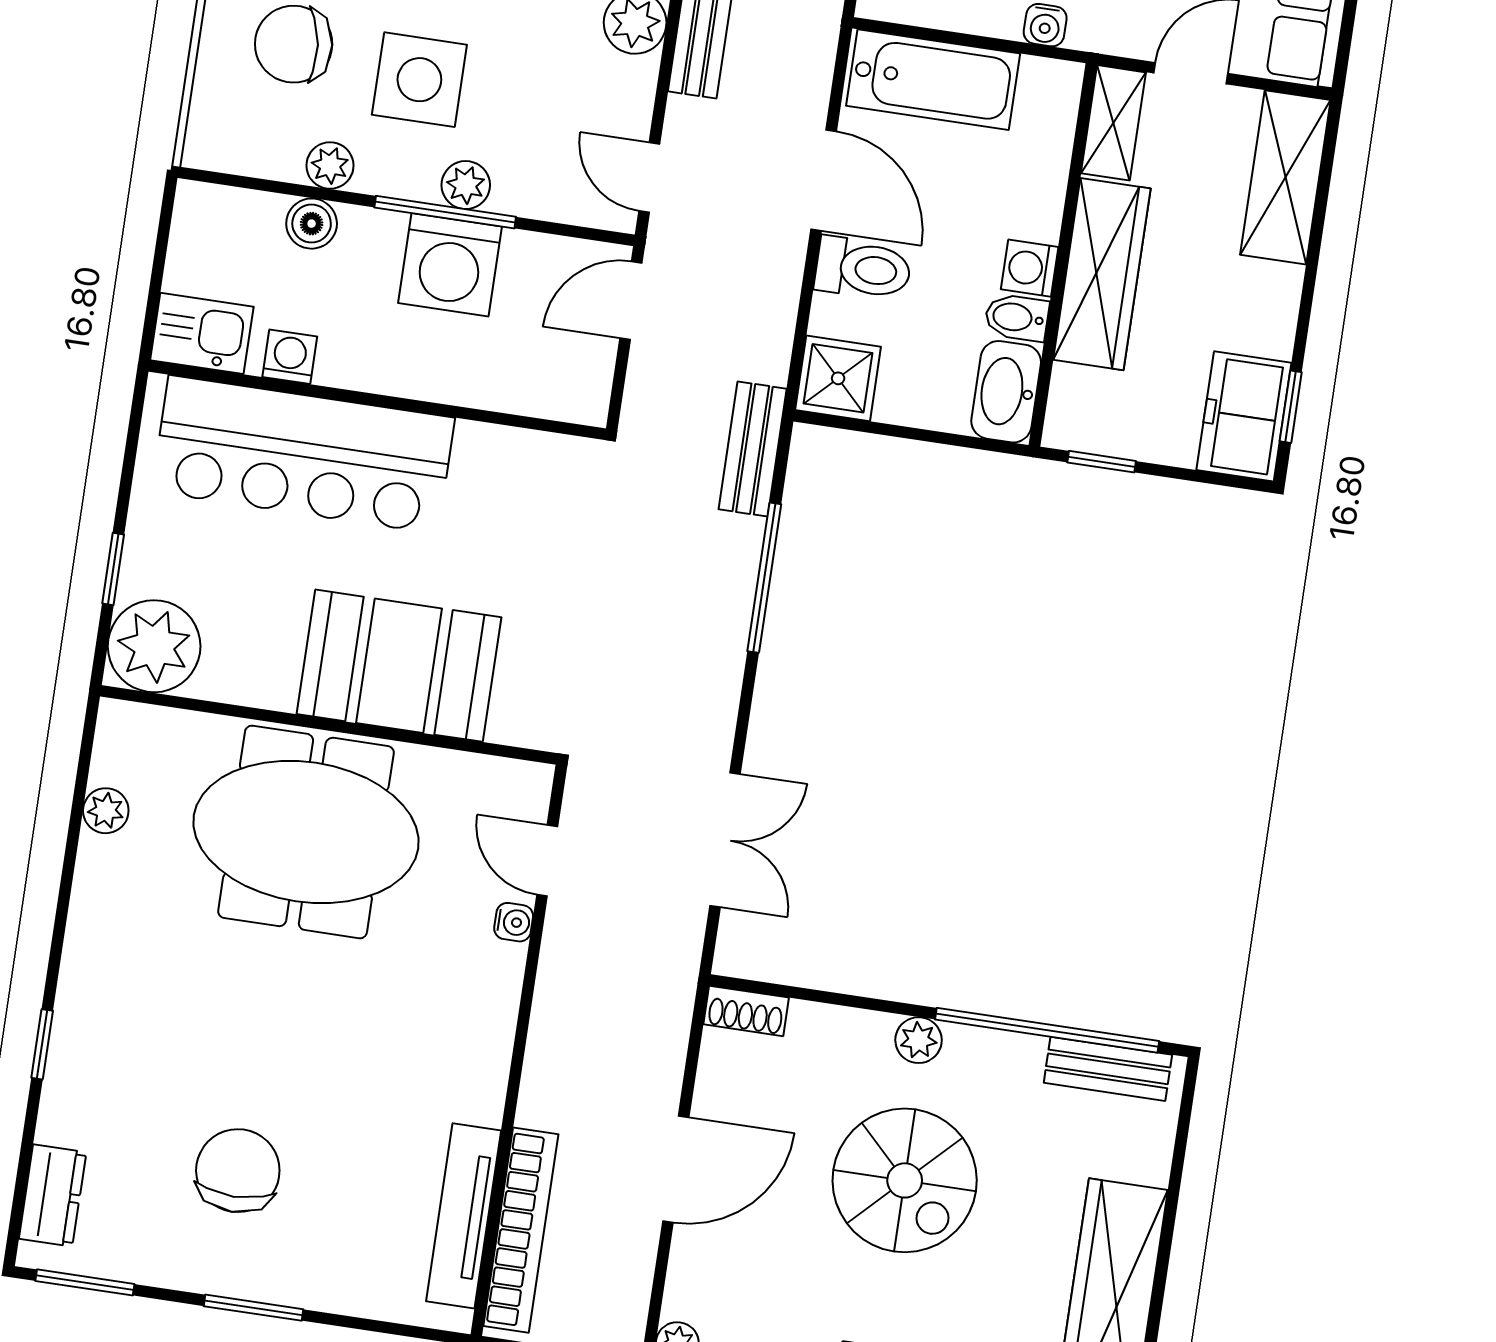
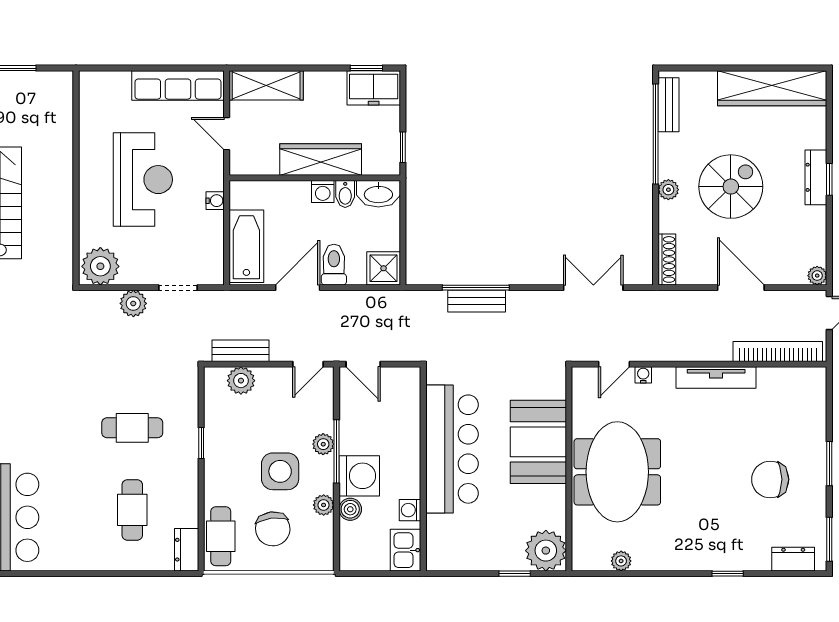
shelving: (1113, 123) -> (254, 164), removed
washing machine: (450, 265) -> (359, 476), moved
bench: (753, 449) -> (477, 301), moved
bar counter: (303, 454) -> (452, 449), moved
shoe rack: (746, 1011) -> (667, 259), width x1.43
tv unit: (464, 1216) -> (716, 378), moved

